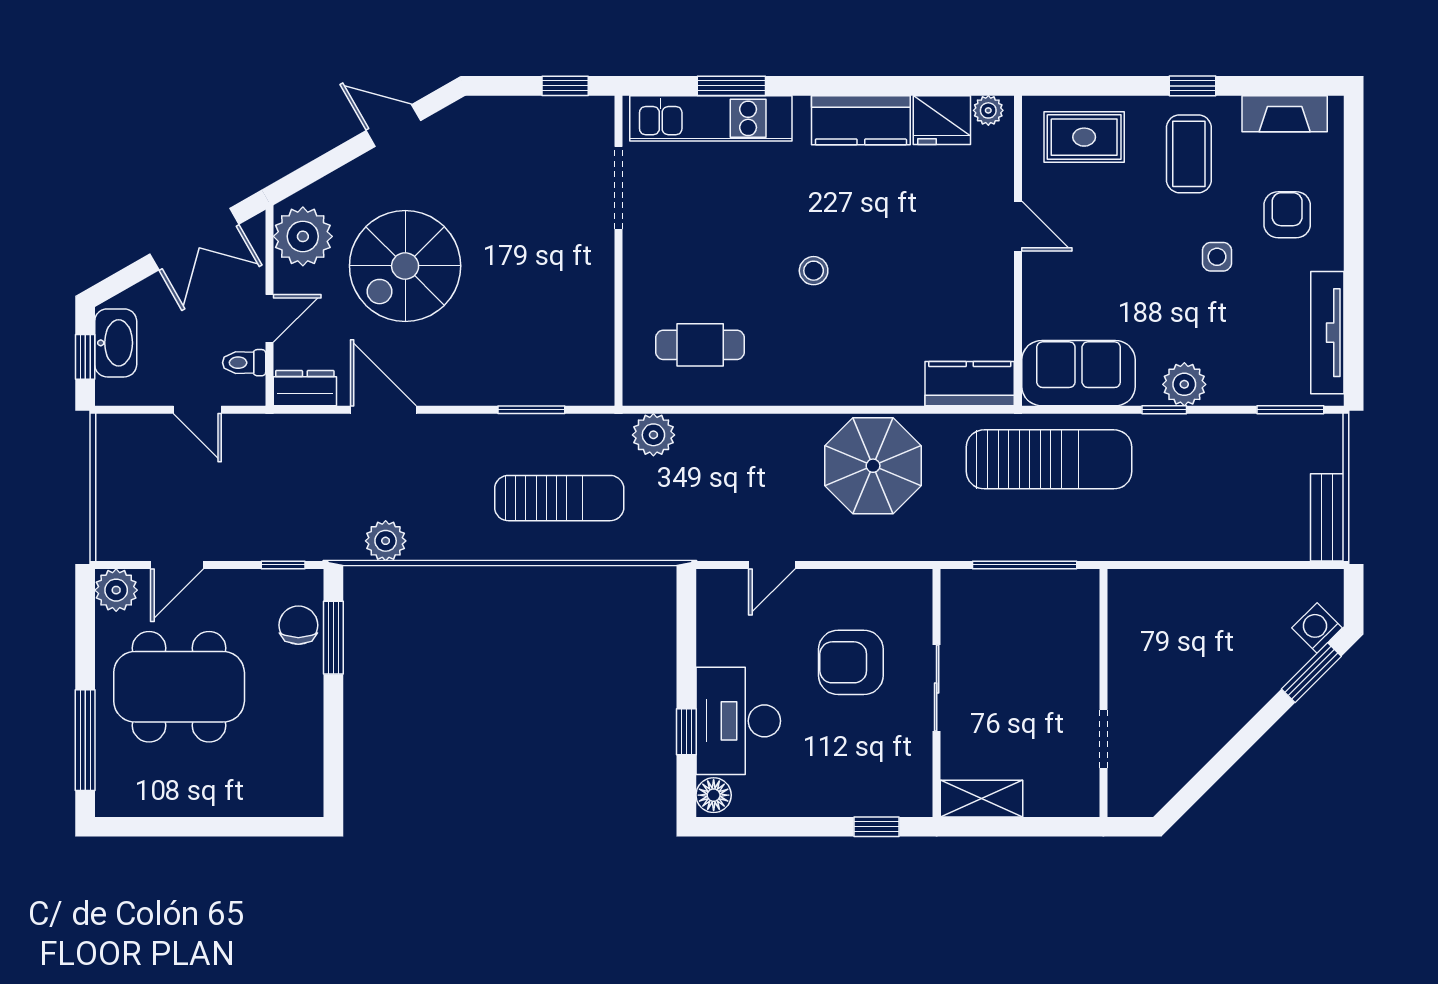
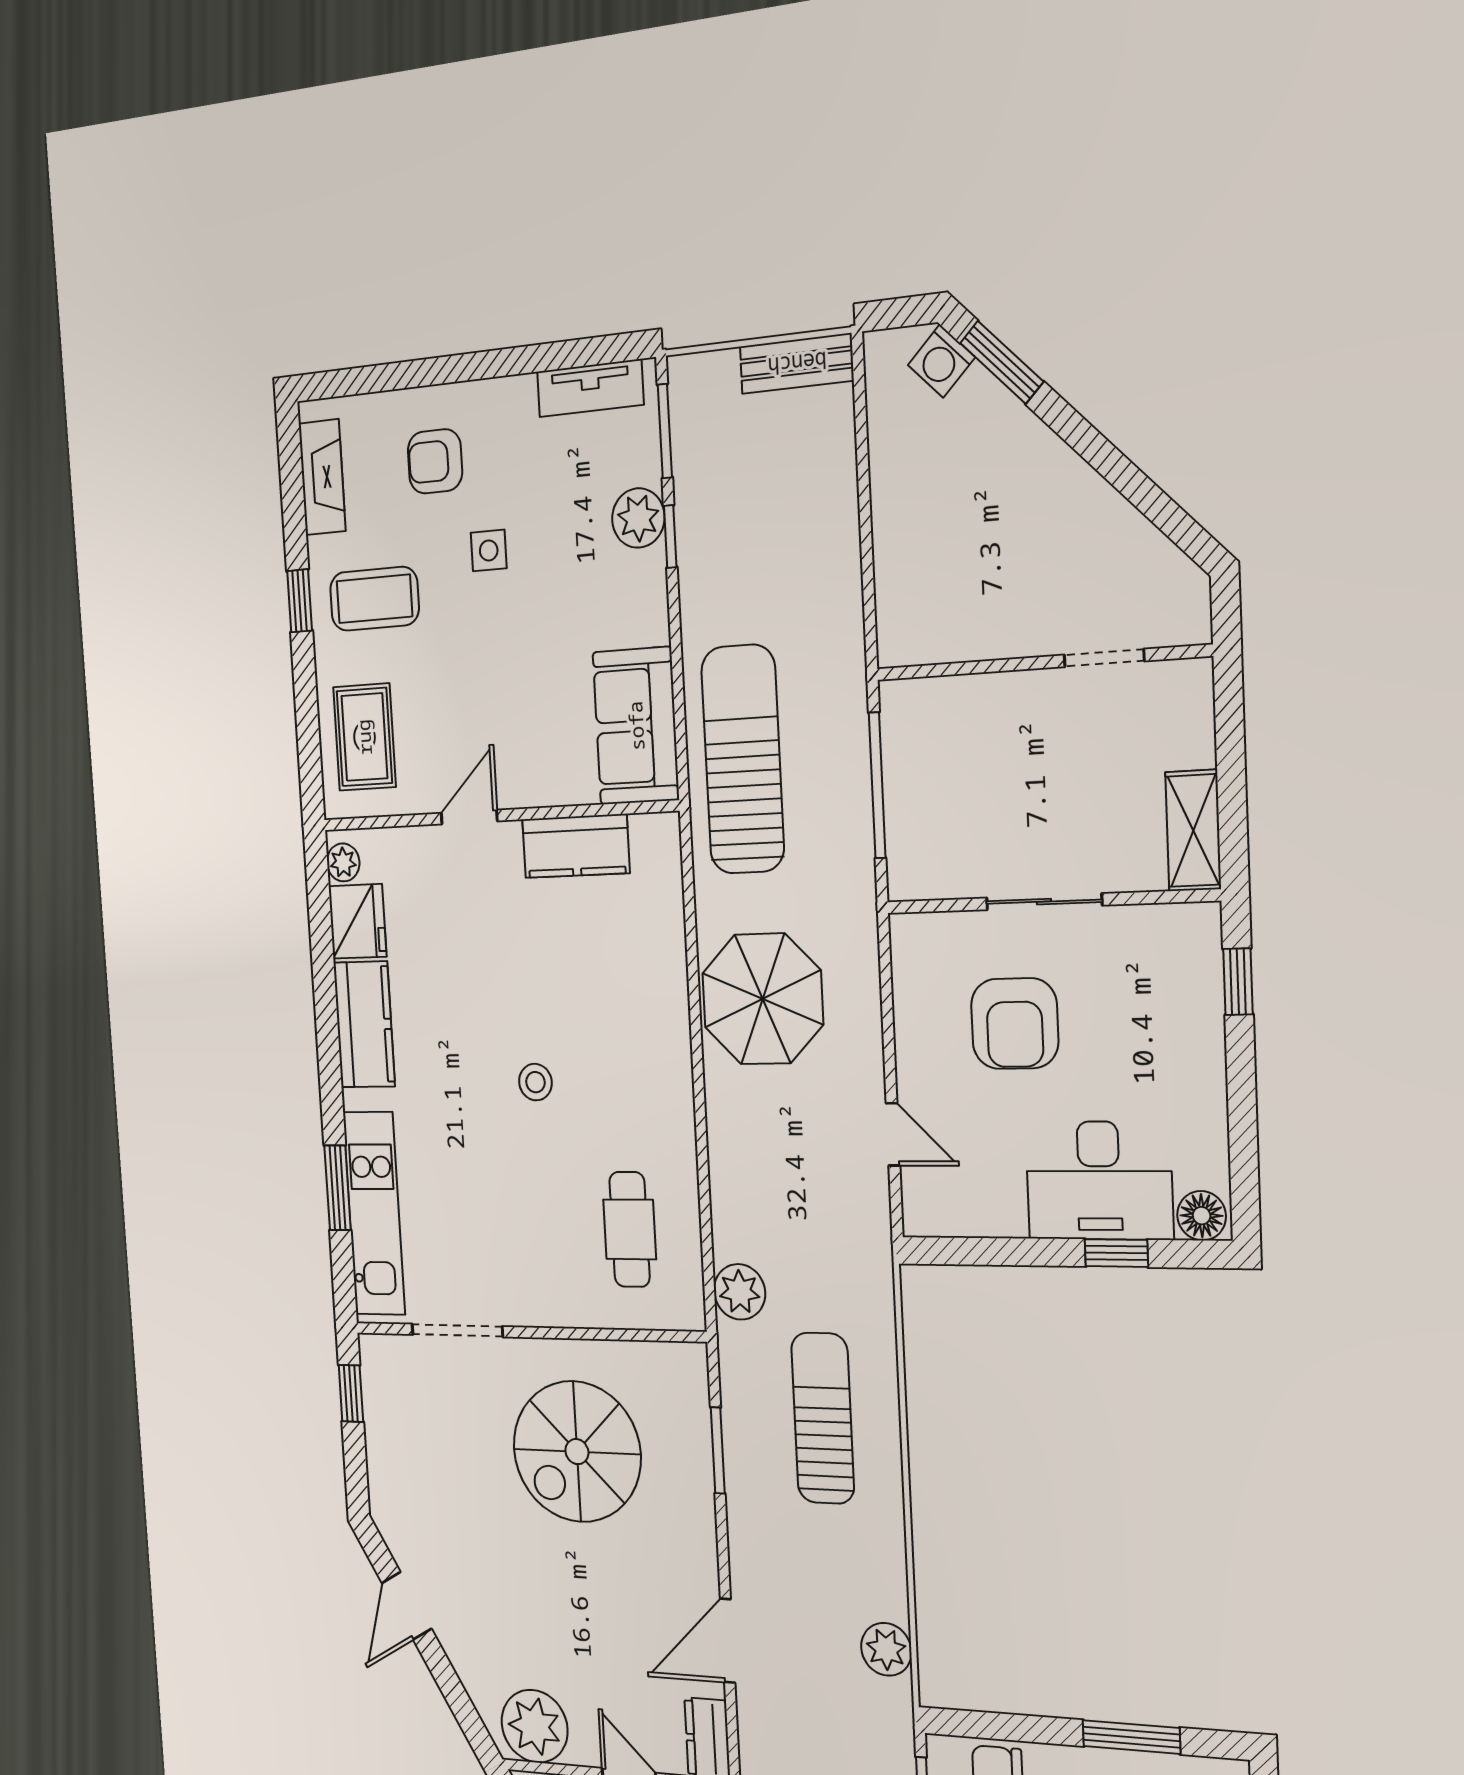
spiral stairs: (405, 266) -> (577, 1452), moved, turned 90
tv unit: (1327, 333) -> (590, 388), width x0.71
kitchen counter: (970, 384) -> (576, 846), moved, turned -90
plant: (1184, 384) -> (638, 518), moved
window: (1164, 410) -> (670, 537), moved
window: (333, 638) -> (1131, 1737), moved

